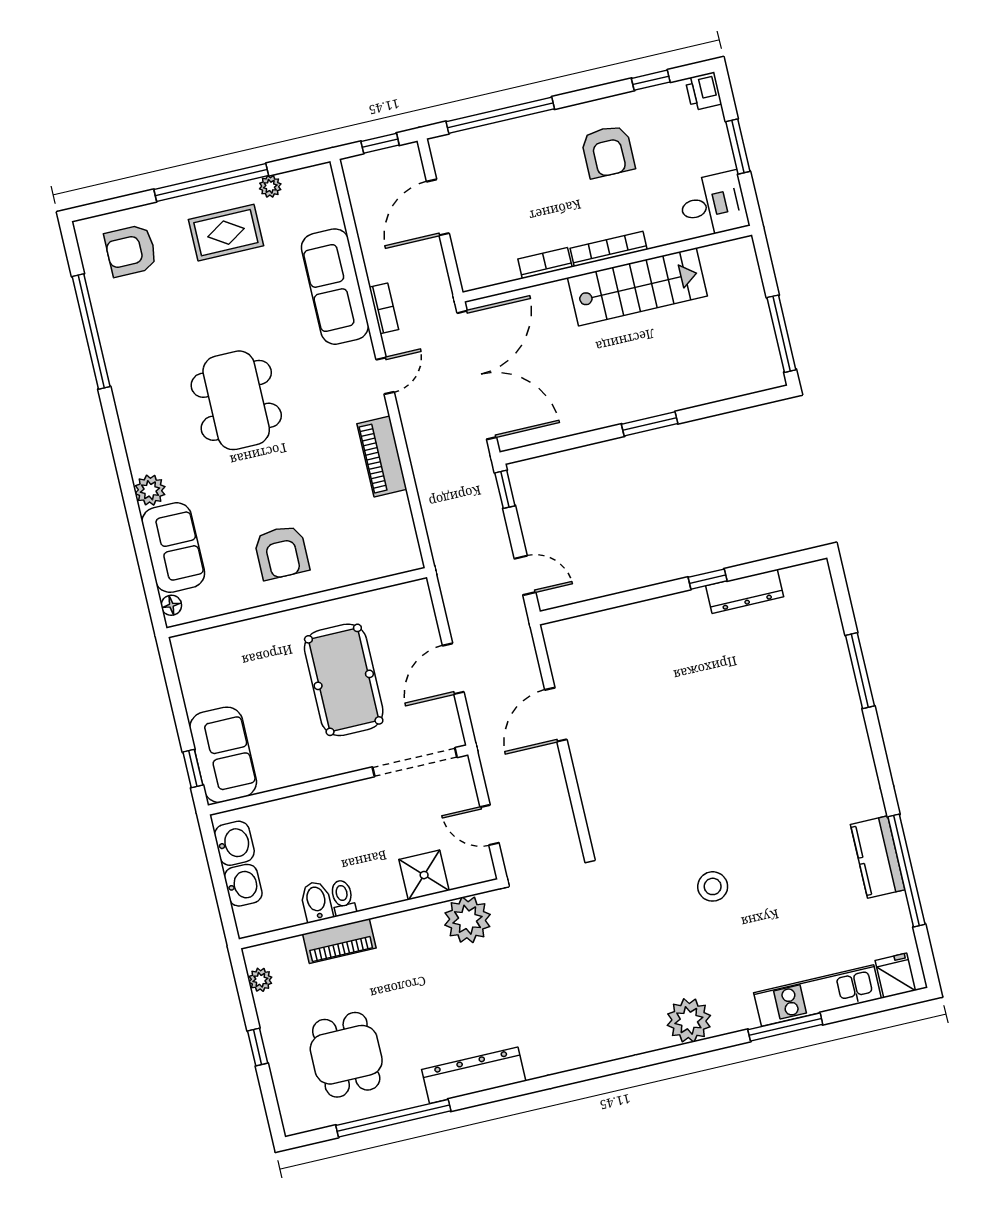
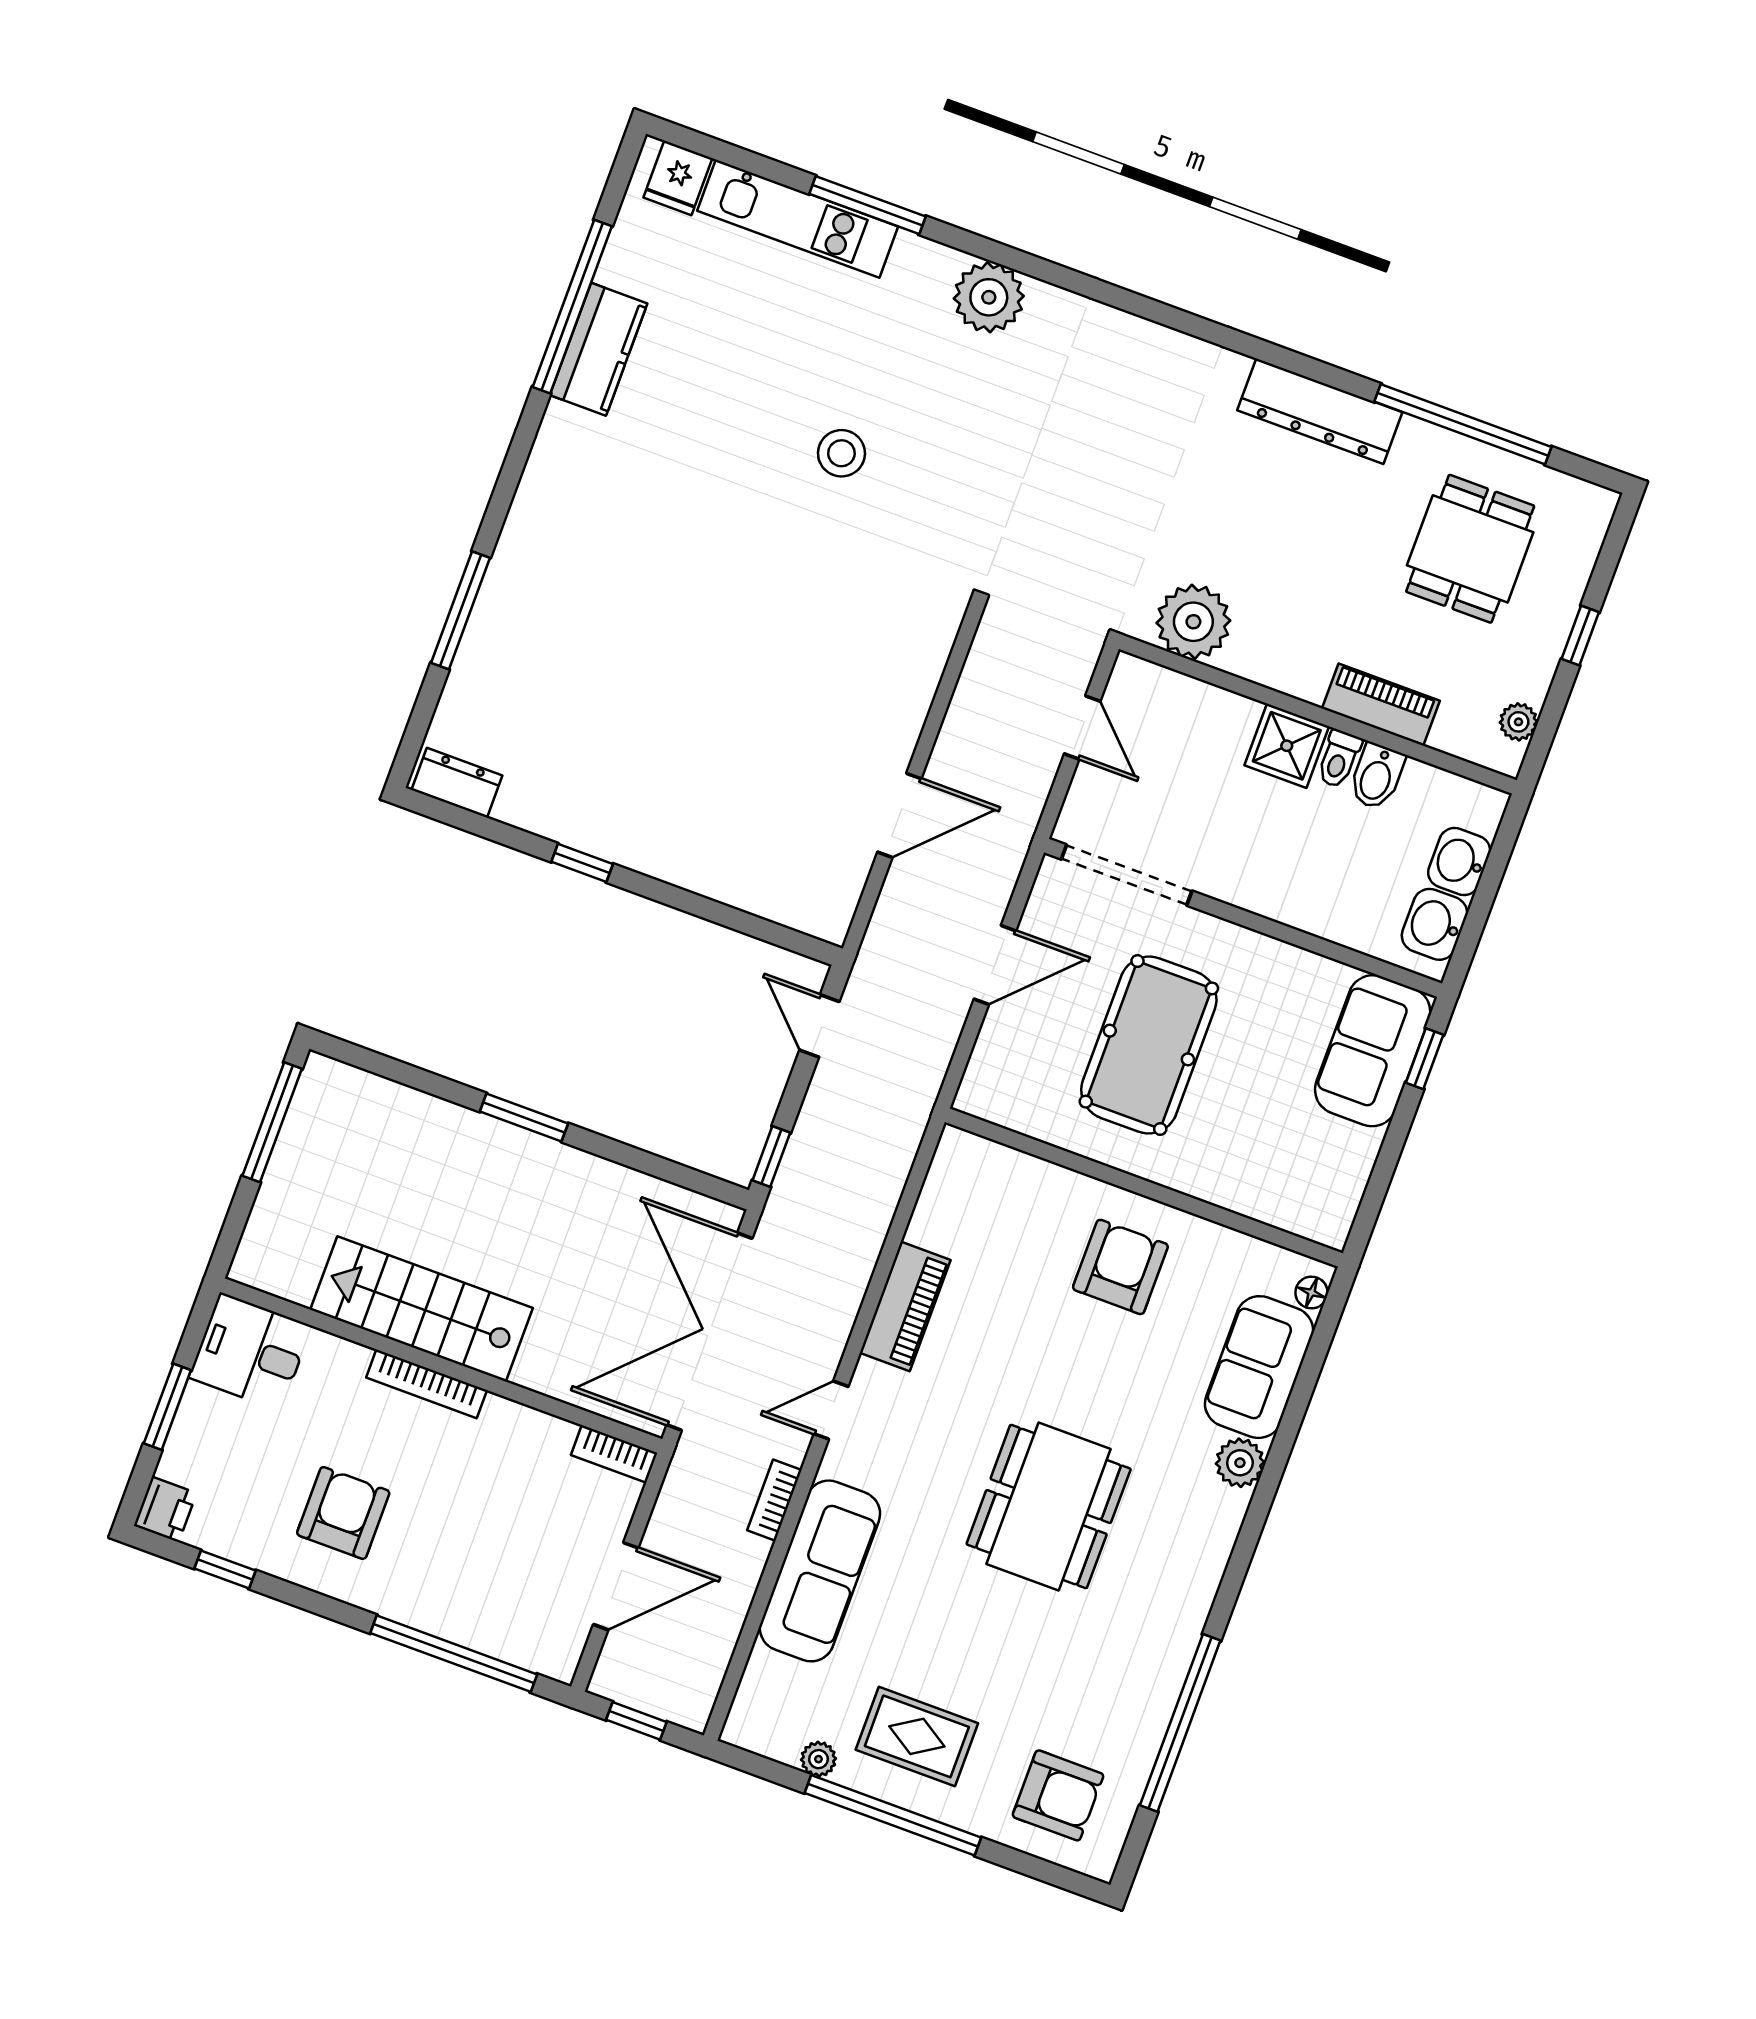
bookcase: (545, 263) -> (614, 1454), moved
dresser: (745, 591) -> (457, 783), moved, width x0.70
shower: (424, 875) -> (1287, 746), moved

